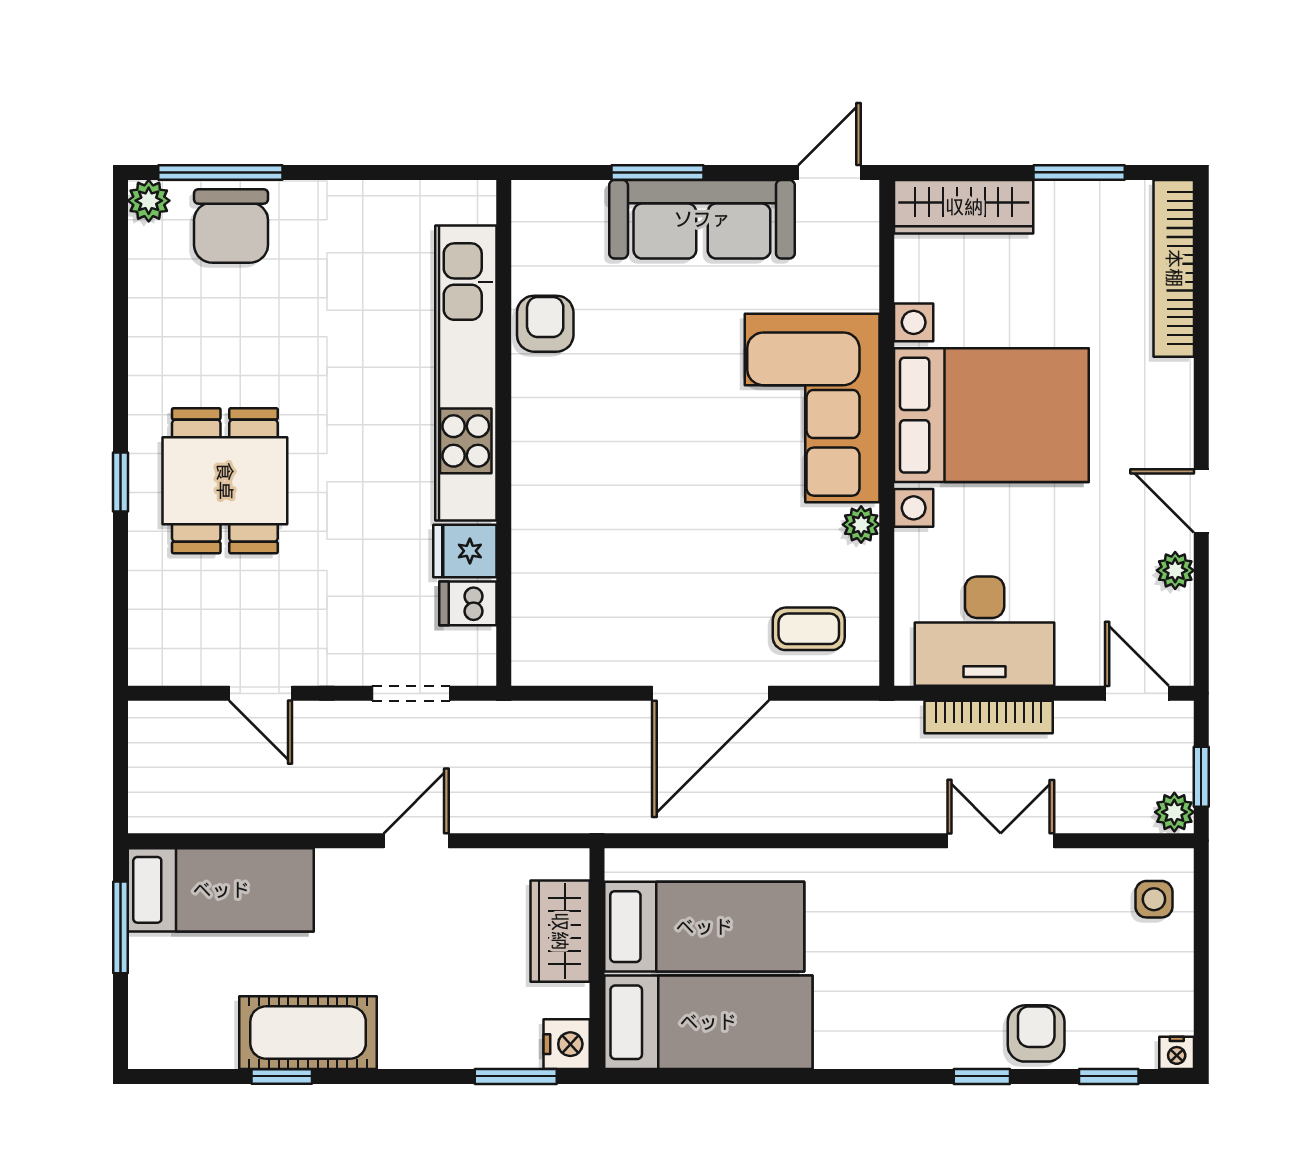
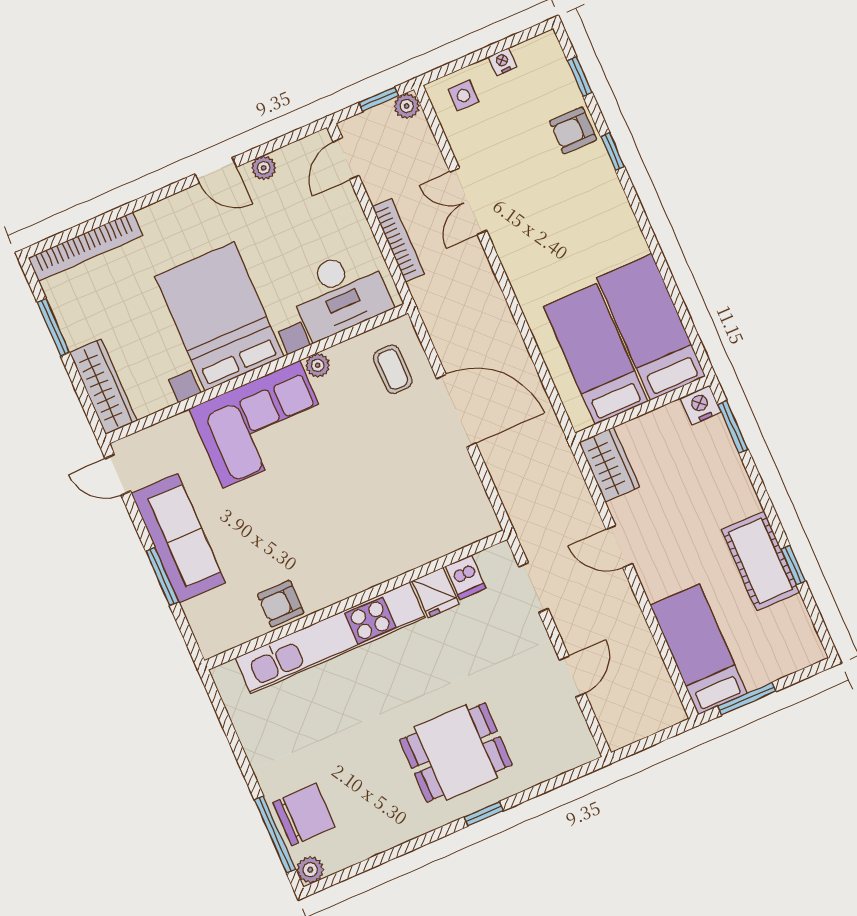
door: (1201, 501) -> (216, 170), hinge flipped
desk: (985, 631) -> (340, 294), moved, turned 90
wardrobe: (560, 931) -> (609, 465), moved, turned -90
nightstand: (1177, 1053) -> (503, 62), moved, turned -90

